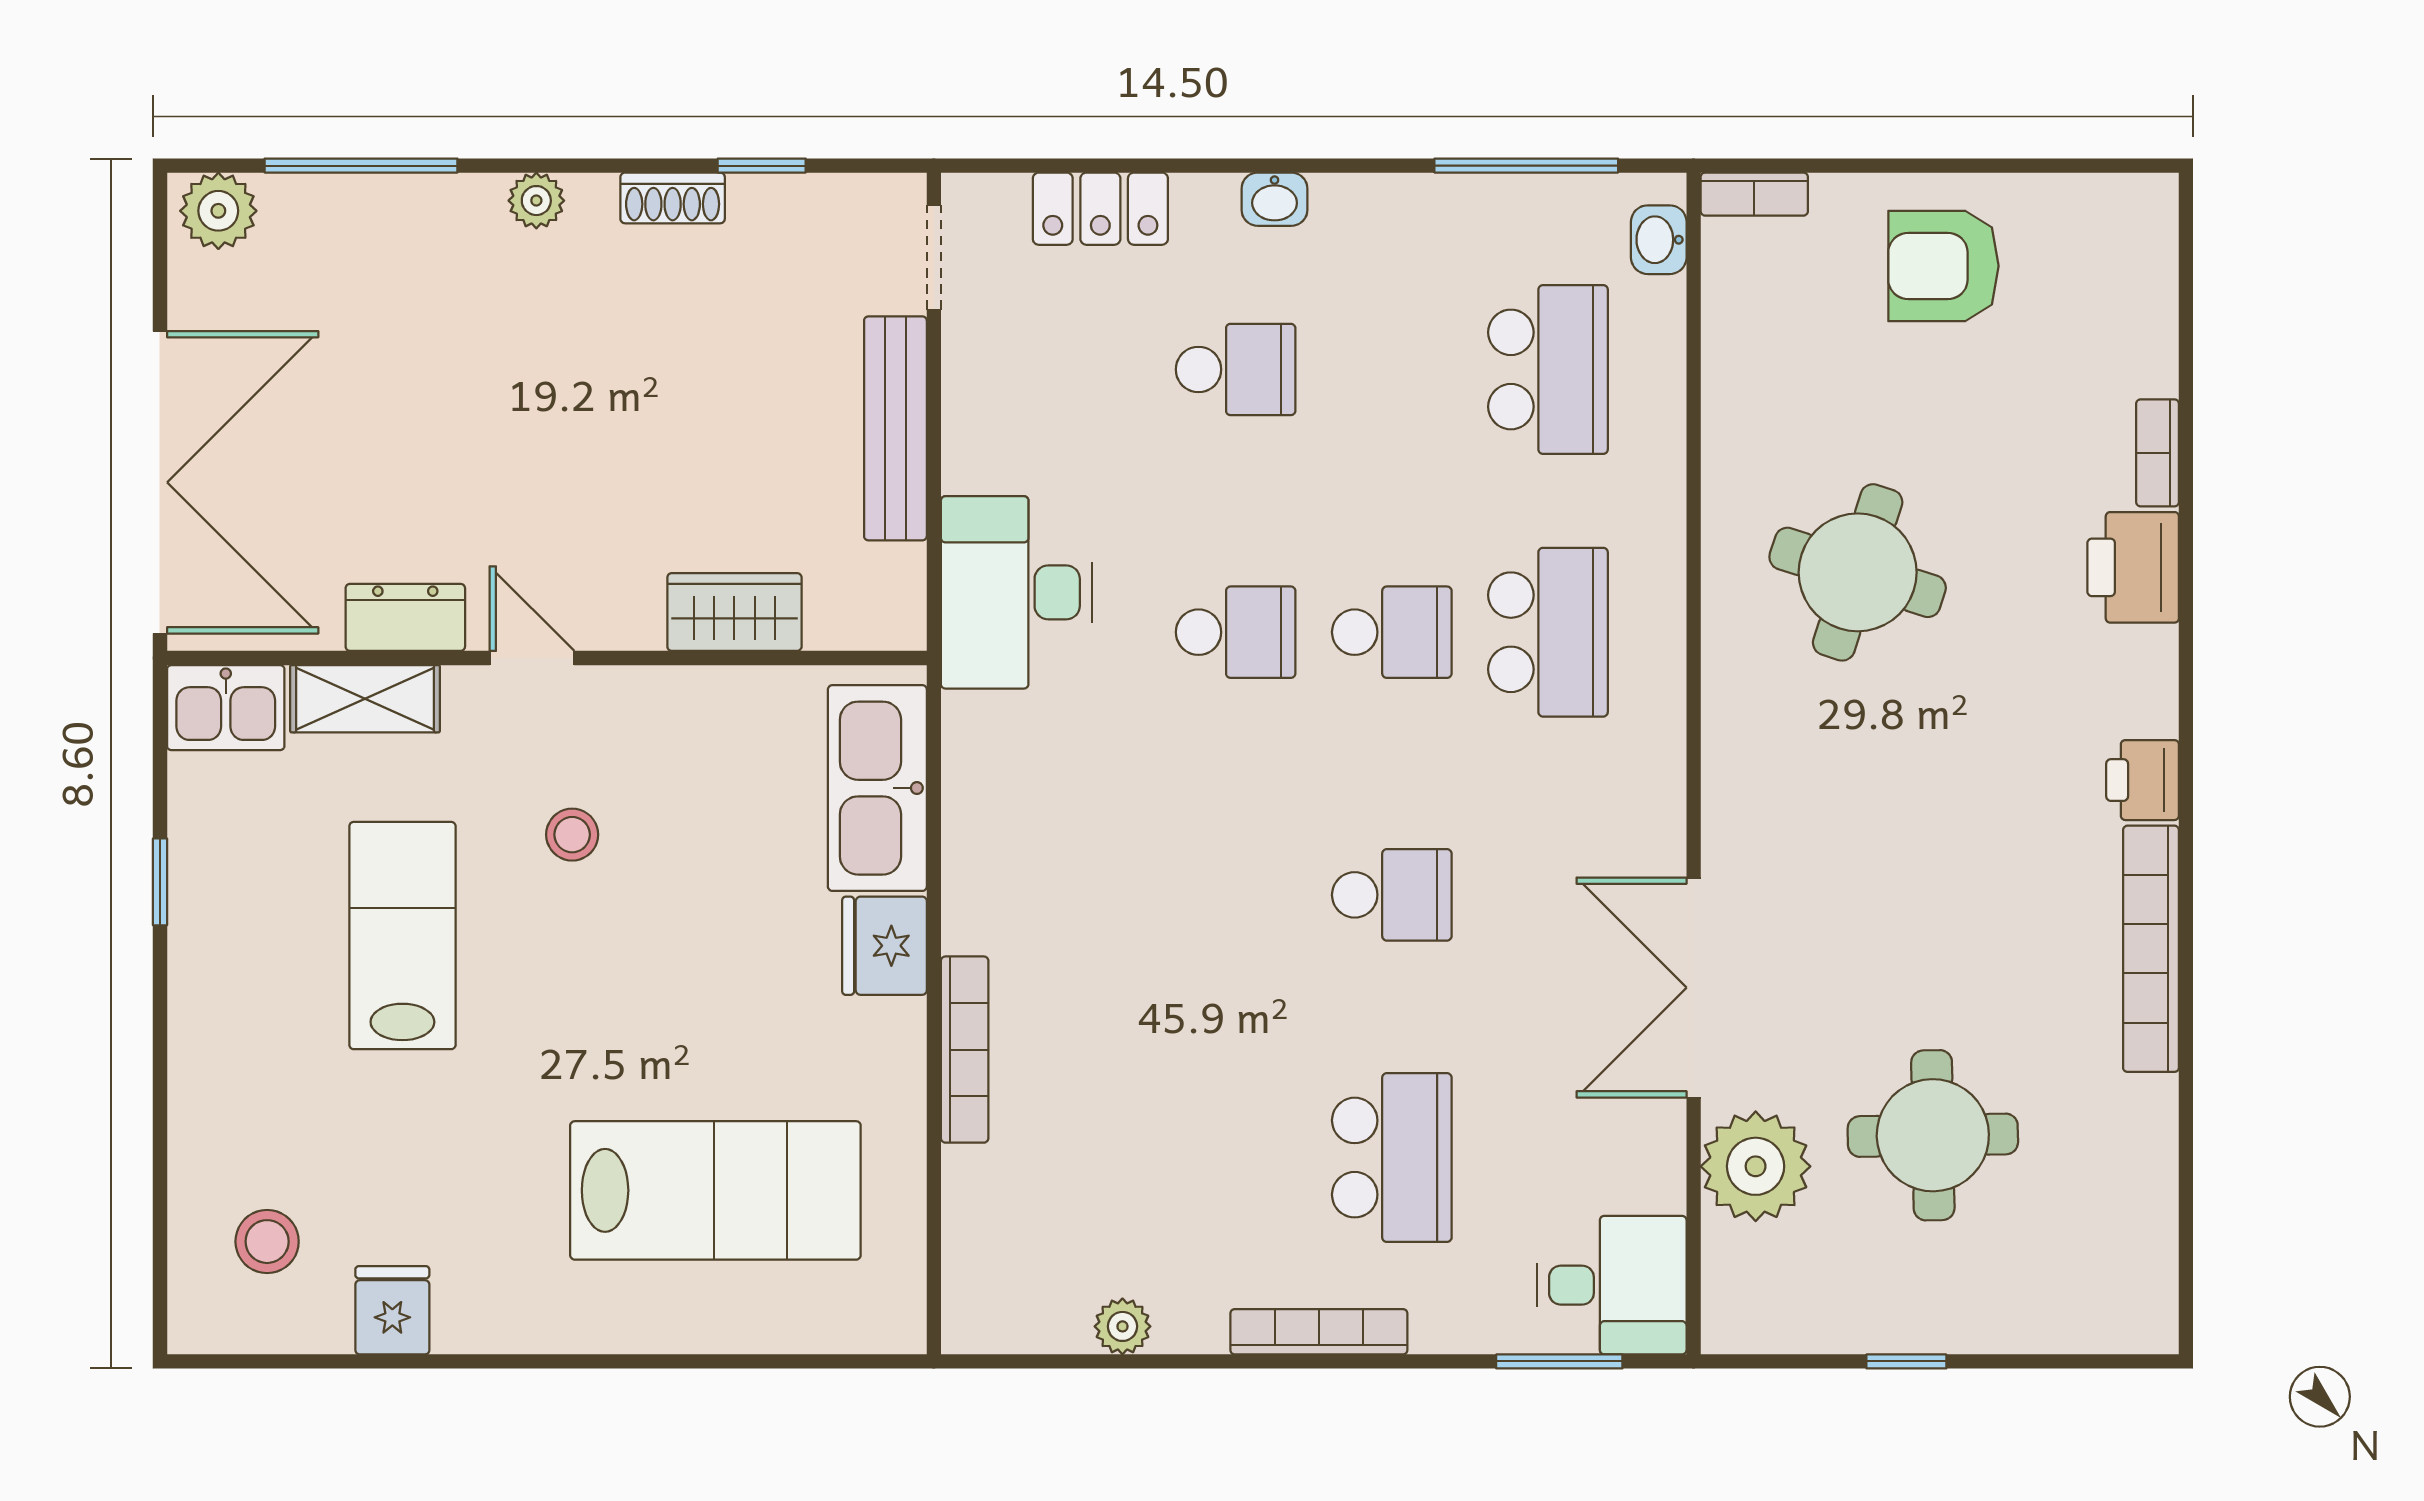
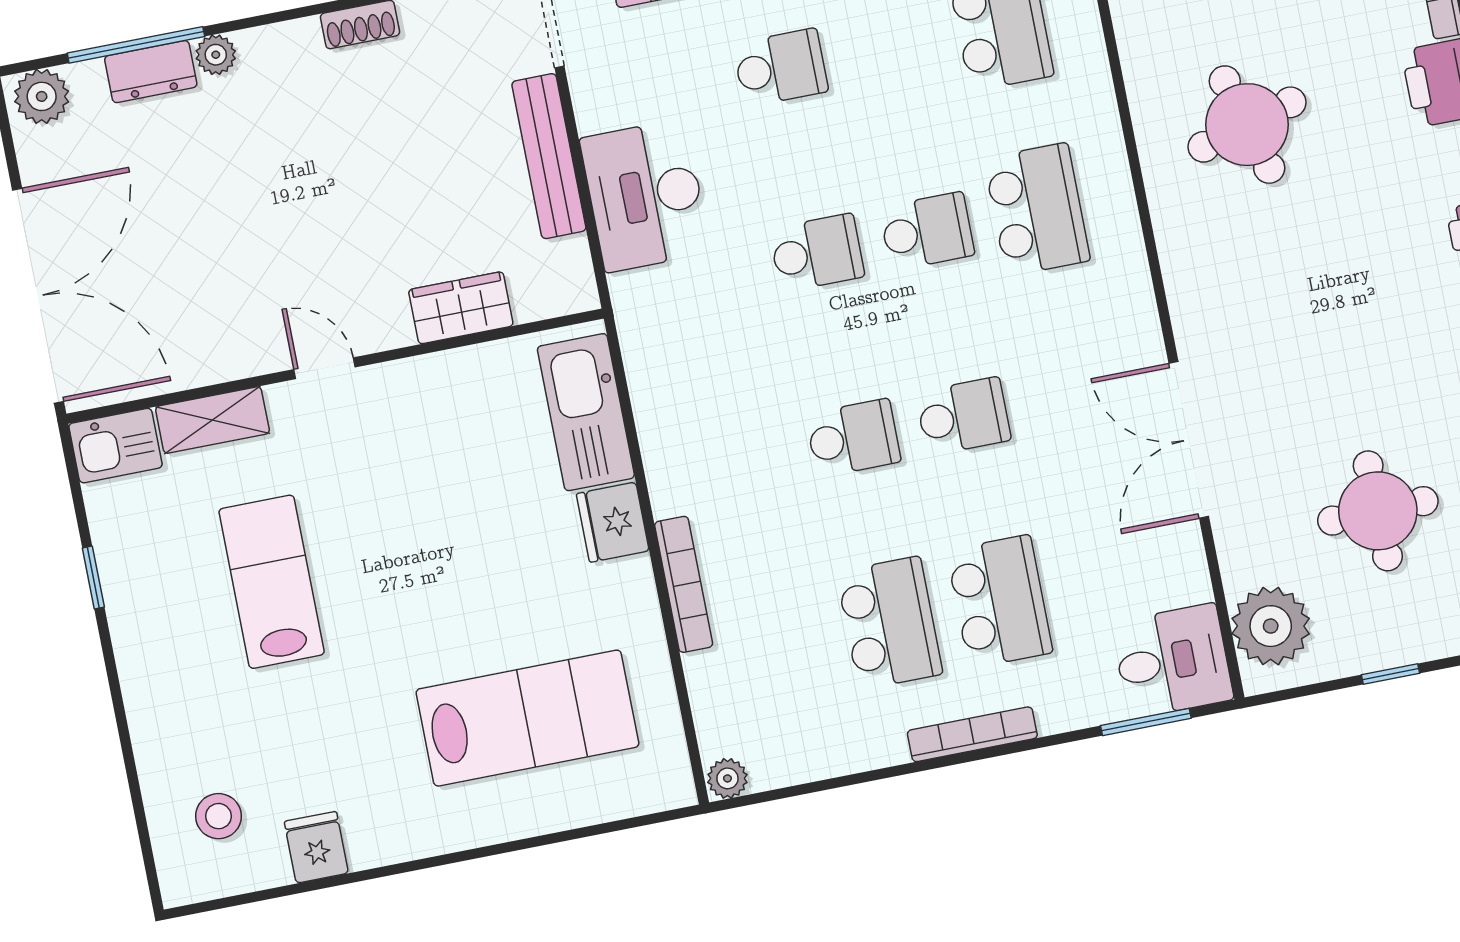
plant: (536, 201) -> (216, 55), moved
round table: (1858, 572) -> (1247, 125), turned -34
desk: (1016, 592) -> (645, 196), moved
dresser: (405, 617) -> (151, 72), moved, turned 180
stool: (572, 835) -> (377, 487), removed
school desk: (1236, 895) -> (853, 438), added
school desk: (1236, 1158) -> (889, 623), added
plant: (1756, 1166) -> (1271, 626), moved
plant: (1122, 1326) -> (727, 778), moved

